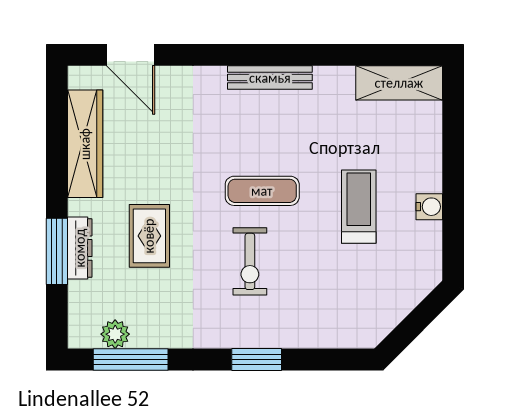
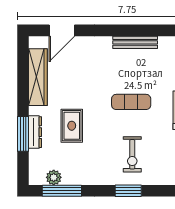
door: (131, 55) -> (62, 30), hinge flipped
exercise bike: (250, 261) -> (132, 154), moved

